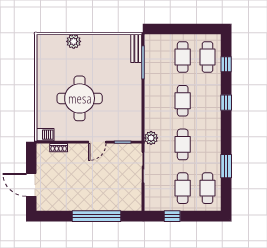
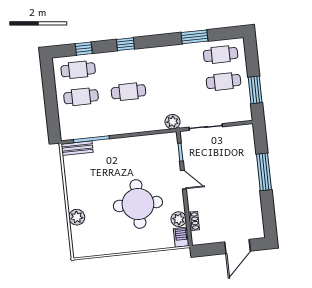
plant: (62, 134) -> (179, 219), added
cafe table: (183, 144) -> (176, 87), removed
window: (97, 216) -> (264, 172), width x0.68
window: (172, 216) -> (255, 90), width x1.50

